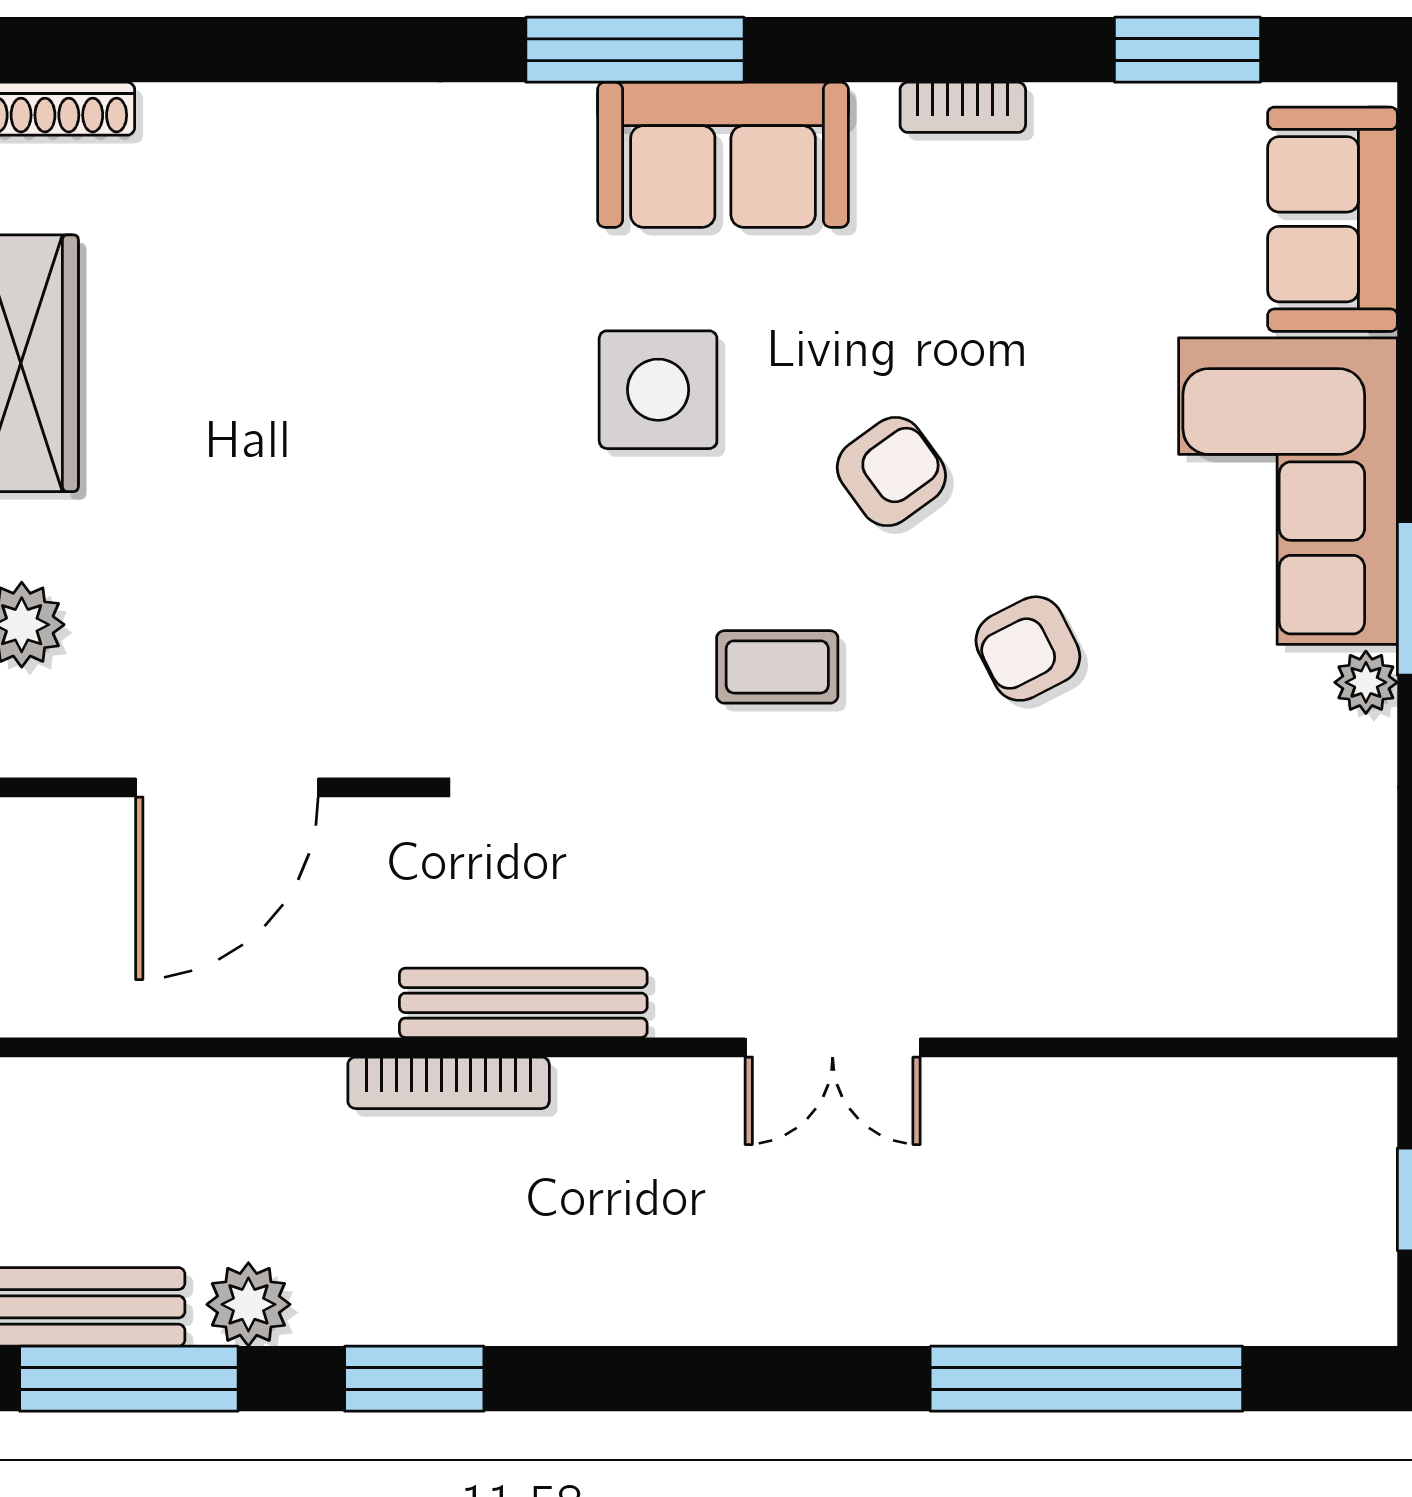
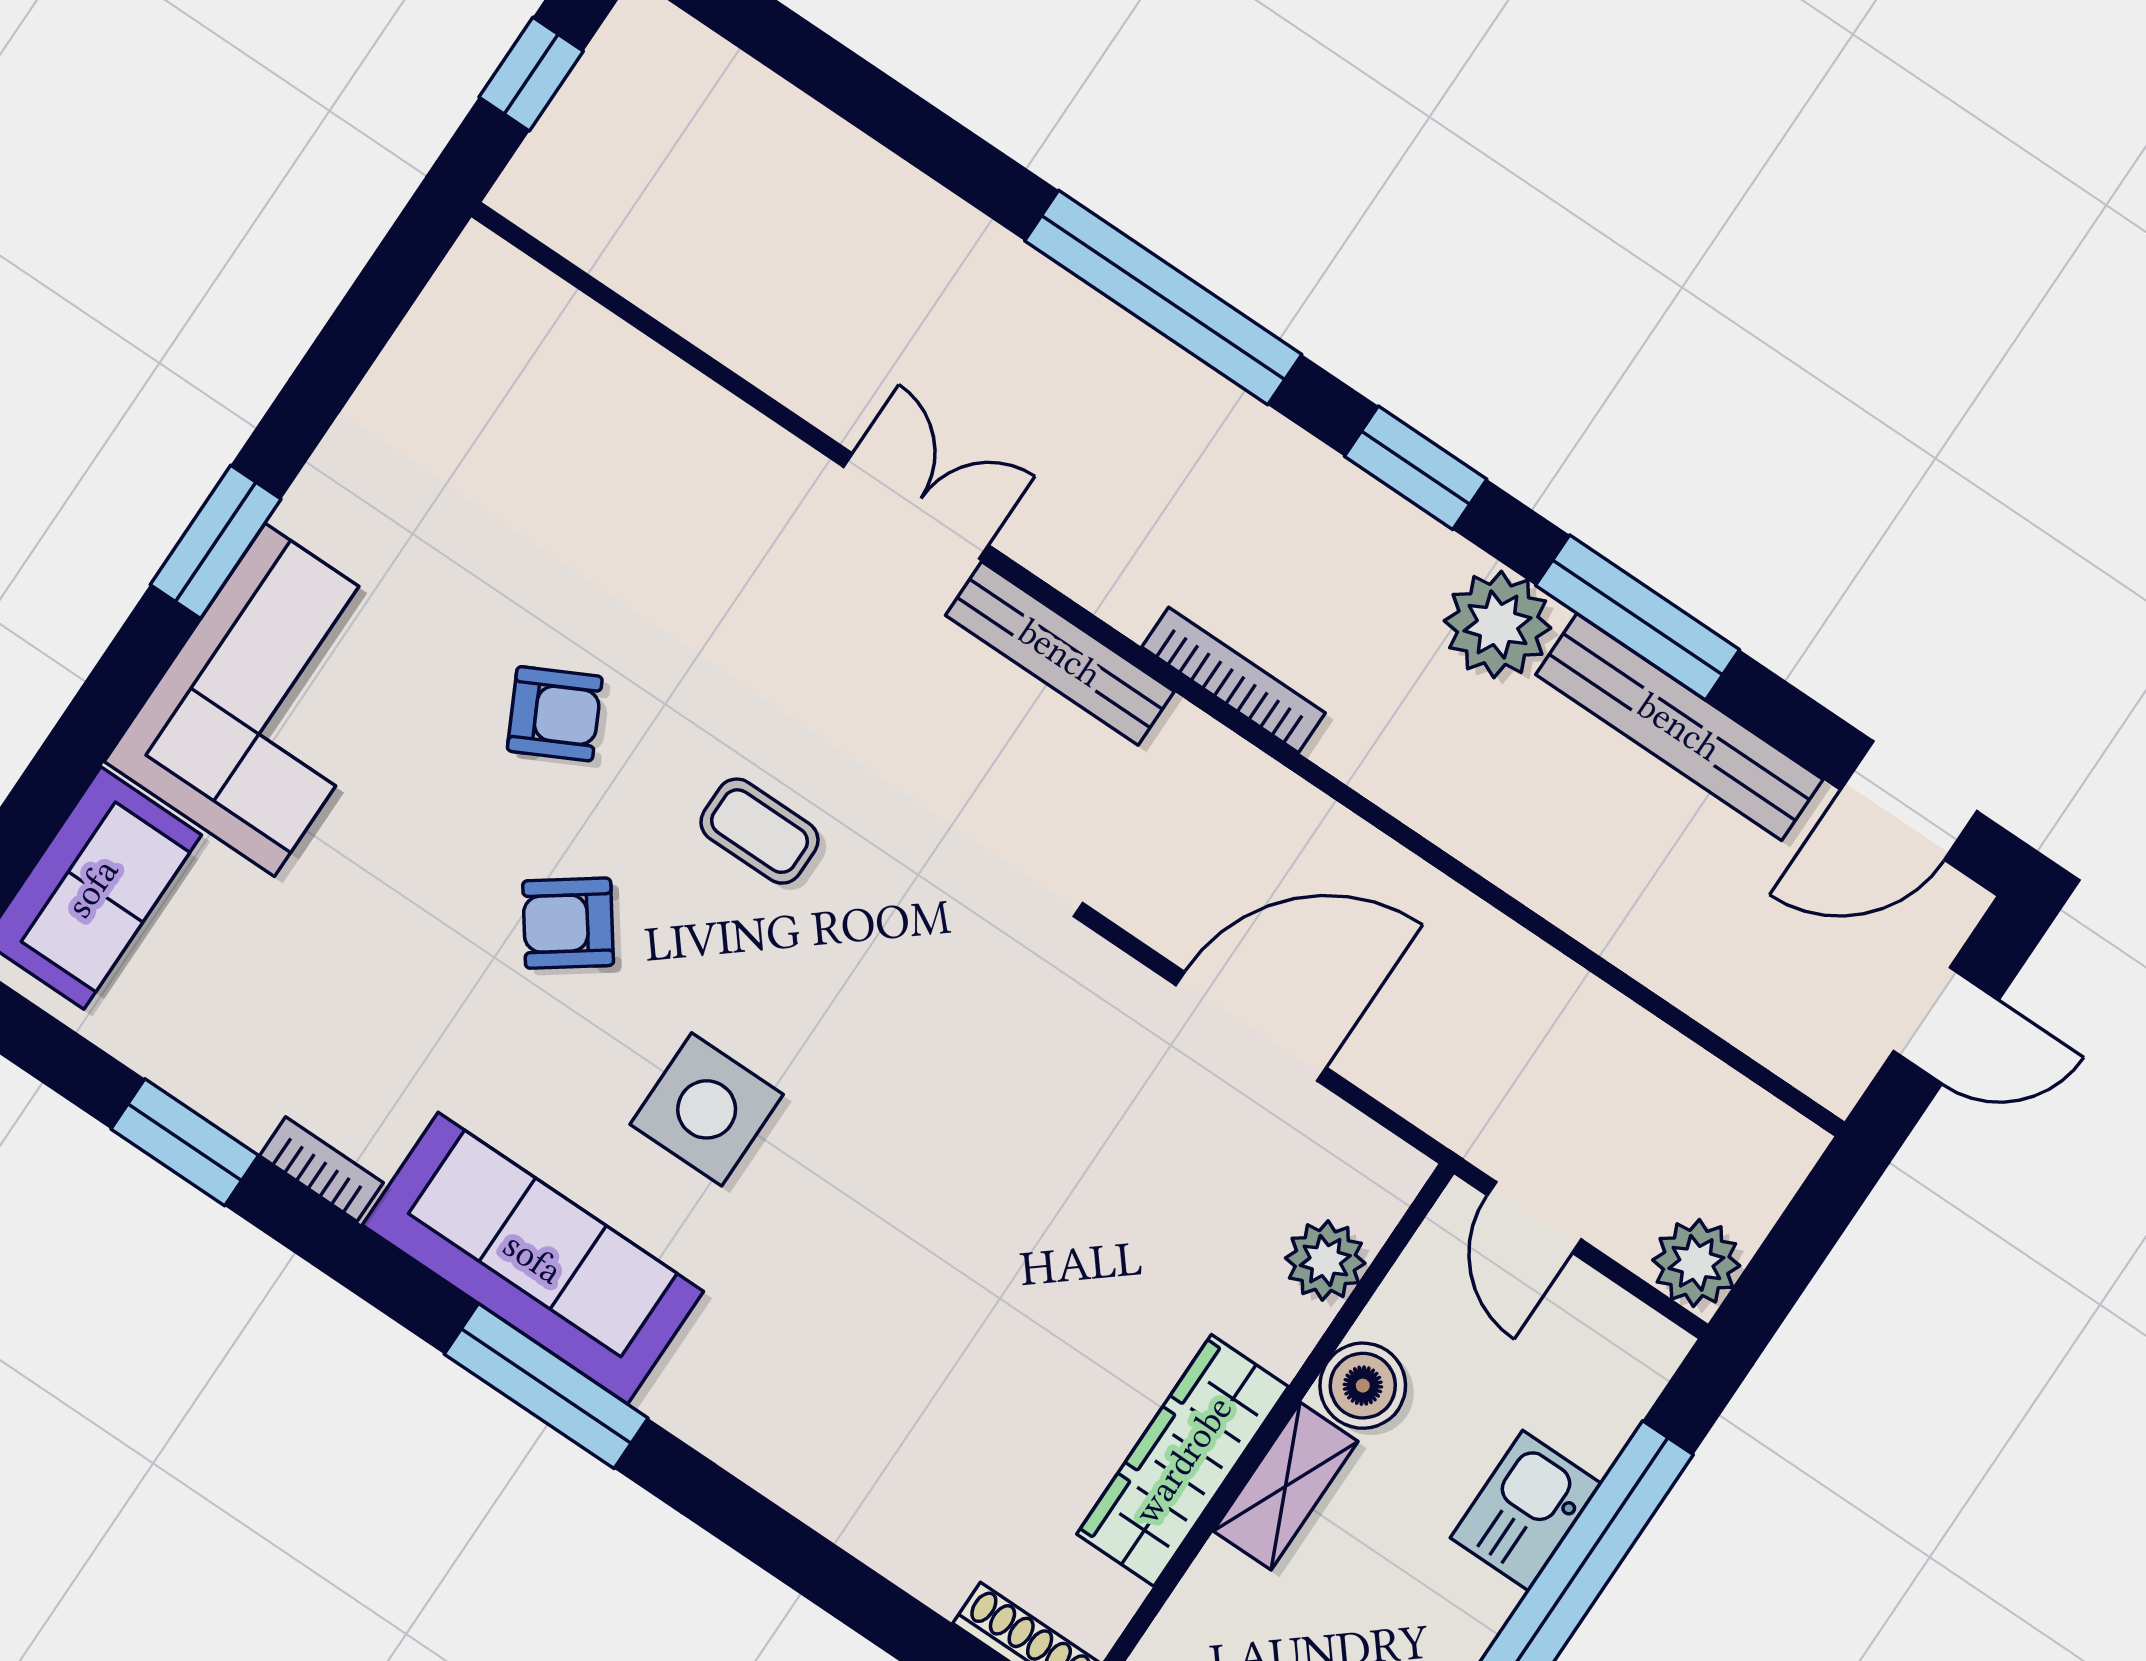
window: (1188, 50) -> (185, 1142), moved
sofa: (723, 155) -> (533, 1258), width x1.36
plant: (1366, 682) -> (309, 510), removed
bench: (523, 1003) -> (1060, 653), moved
plant: (248, 1304) -> (1498, 624), width x1.36, depth x1.36
window: (1086, 1379) -> (1163, 298), moved

